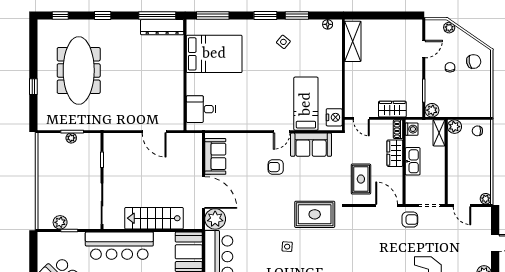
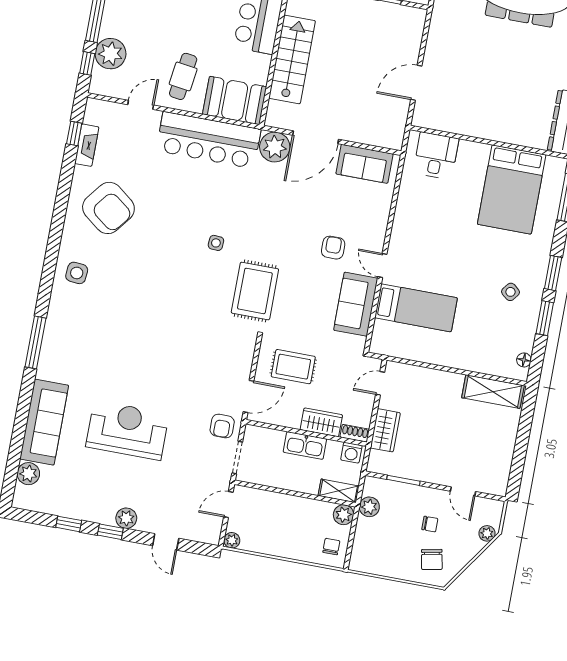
plant: (432, 110) -> (369, 507), moved
nightstand: (334, 117) -> (389, 345), removed

